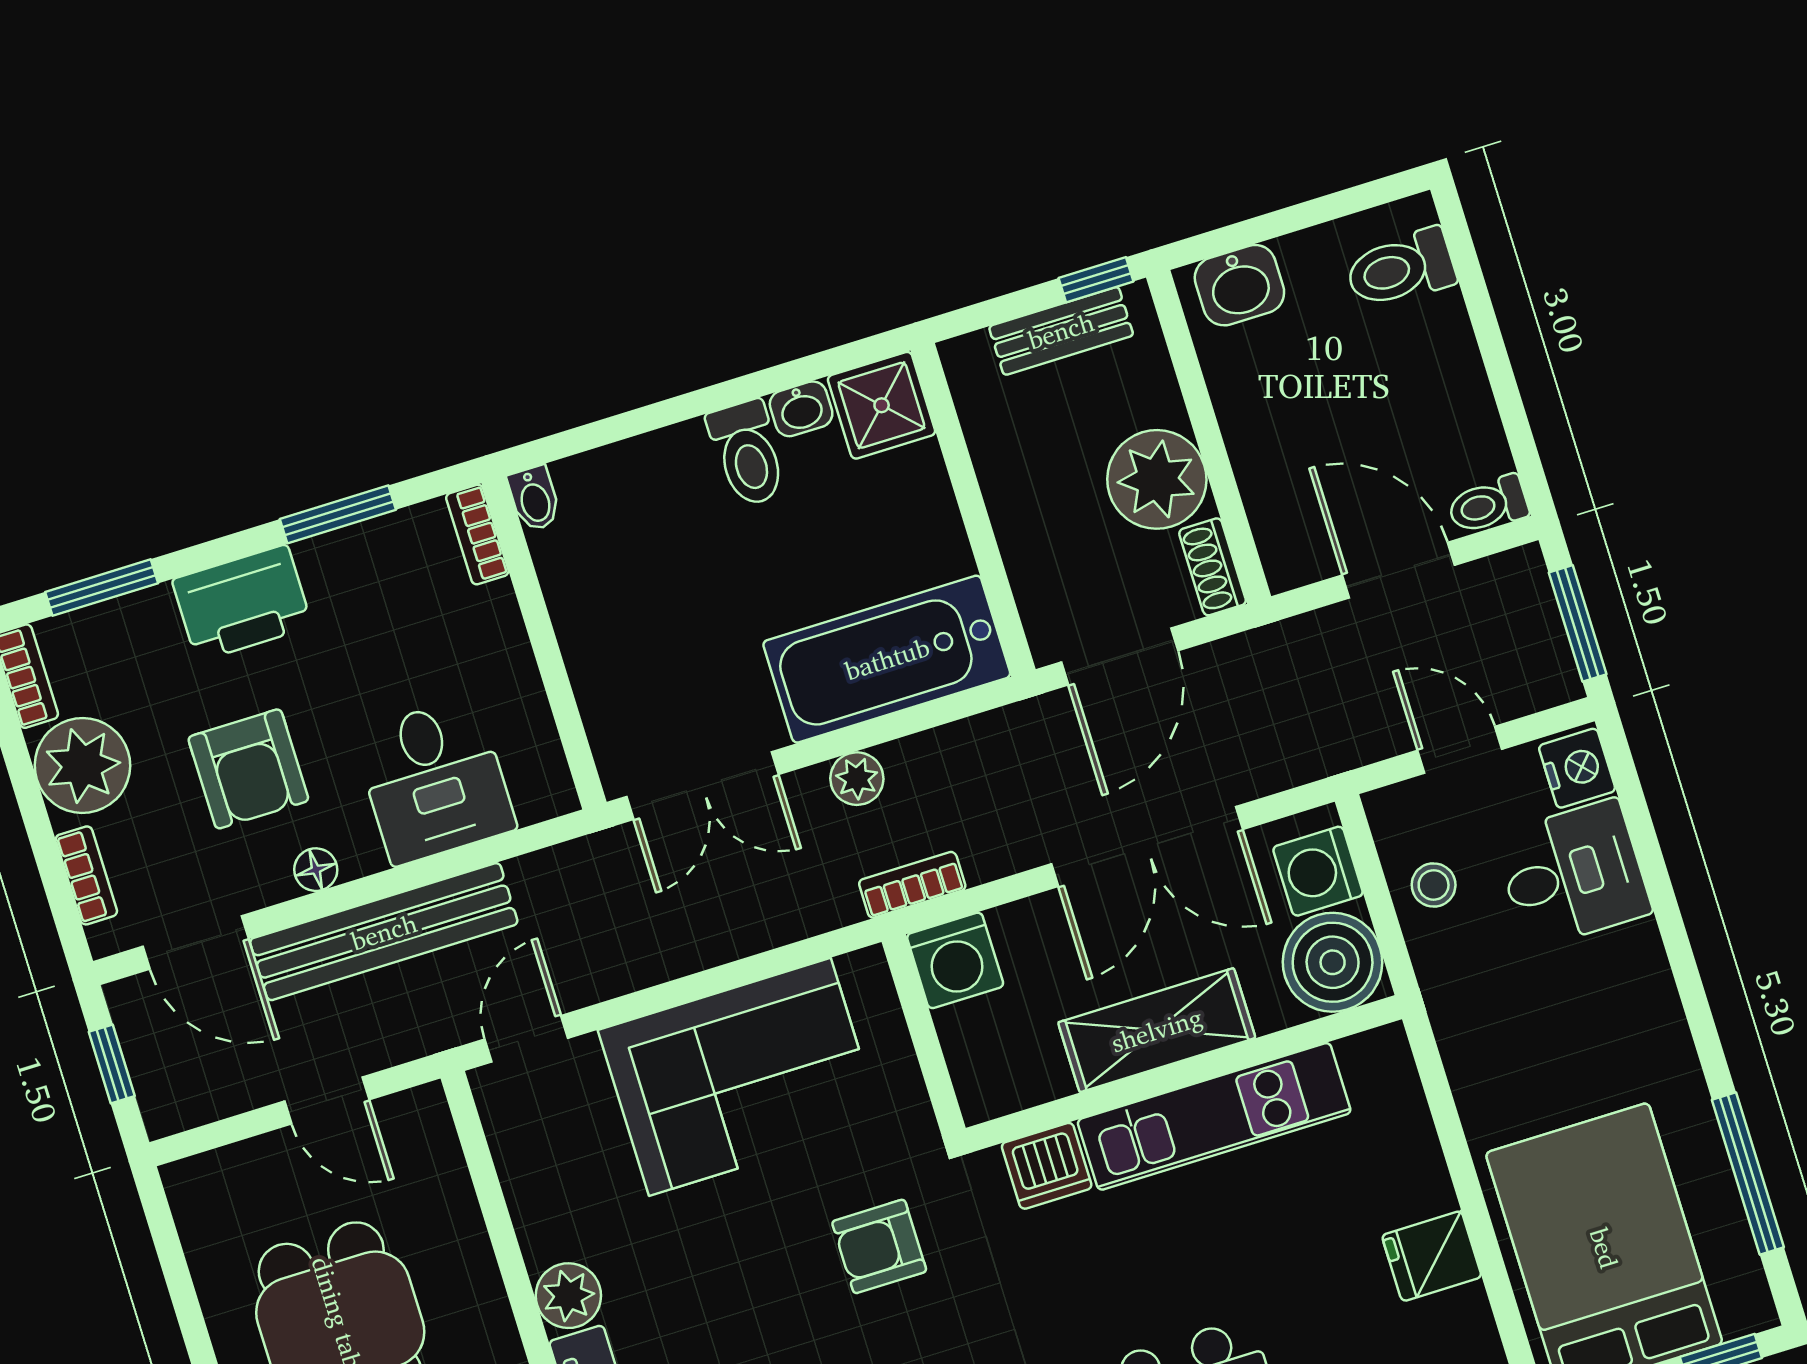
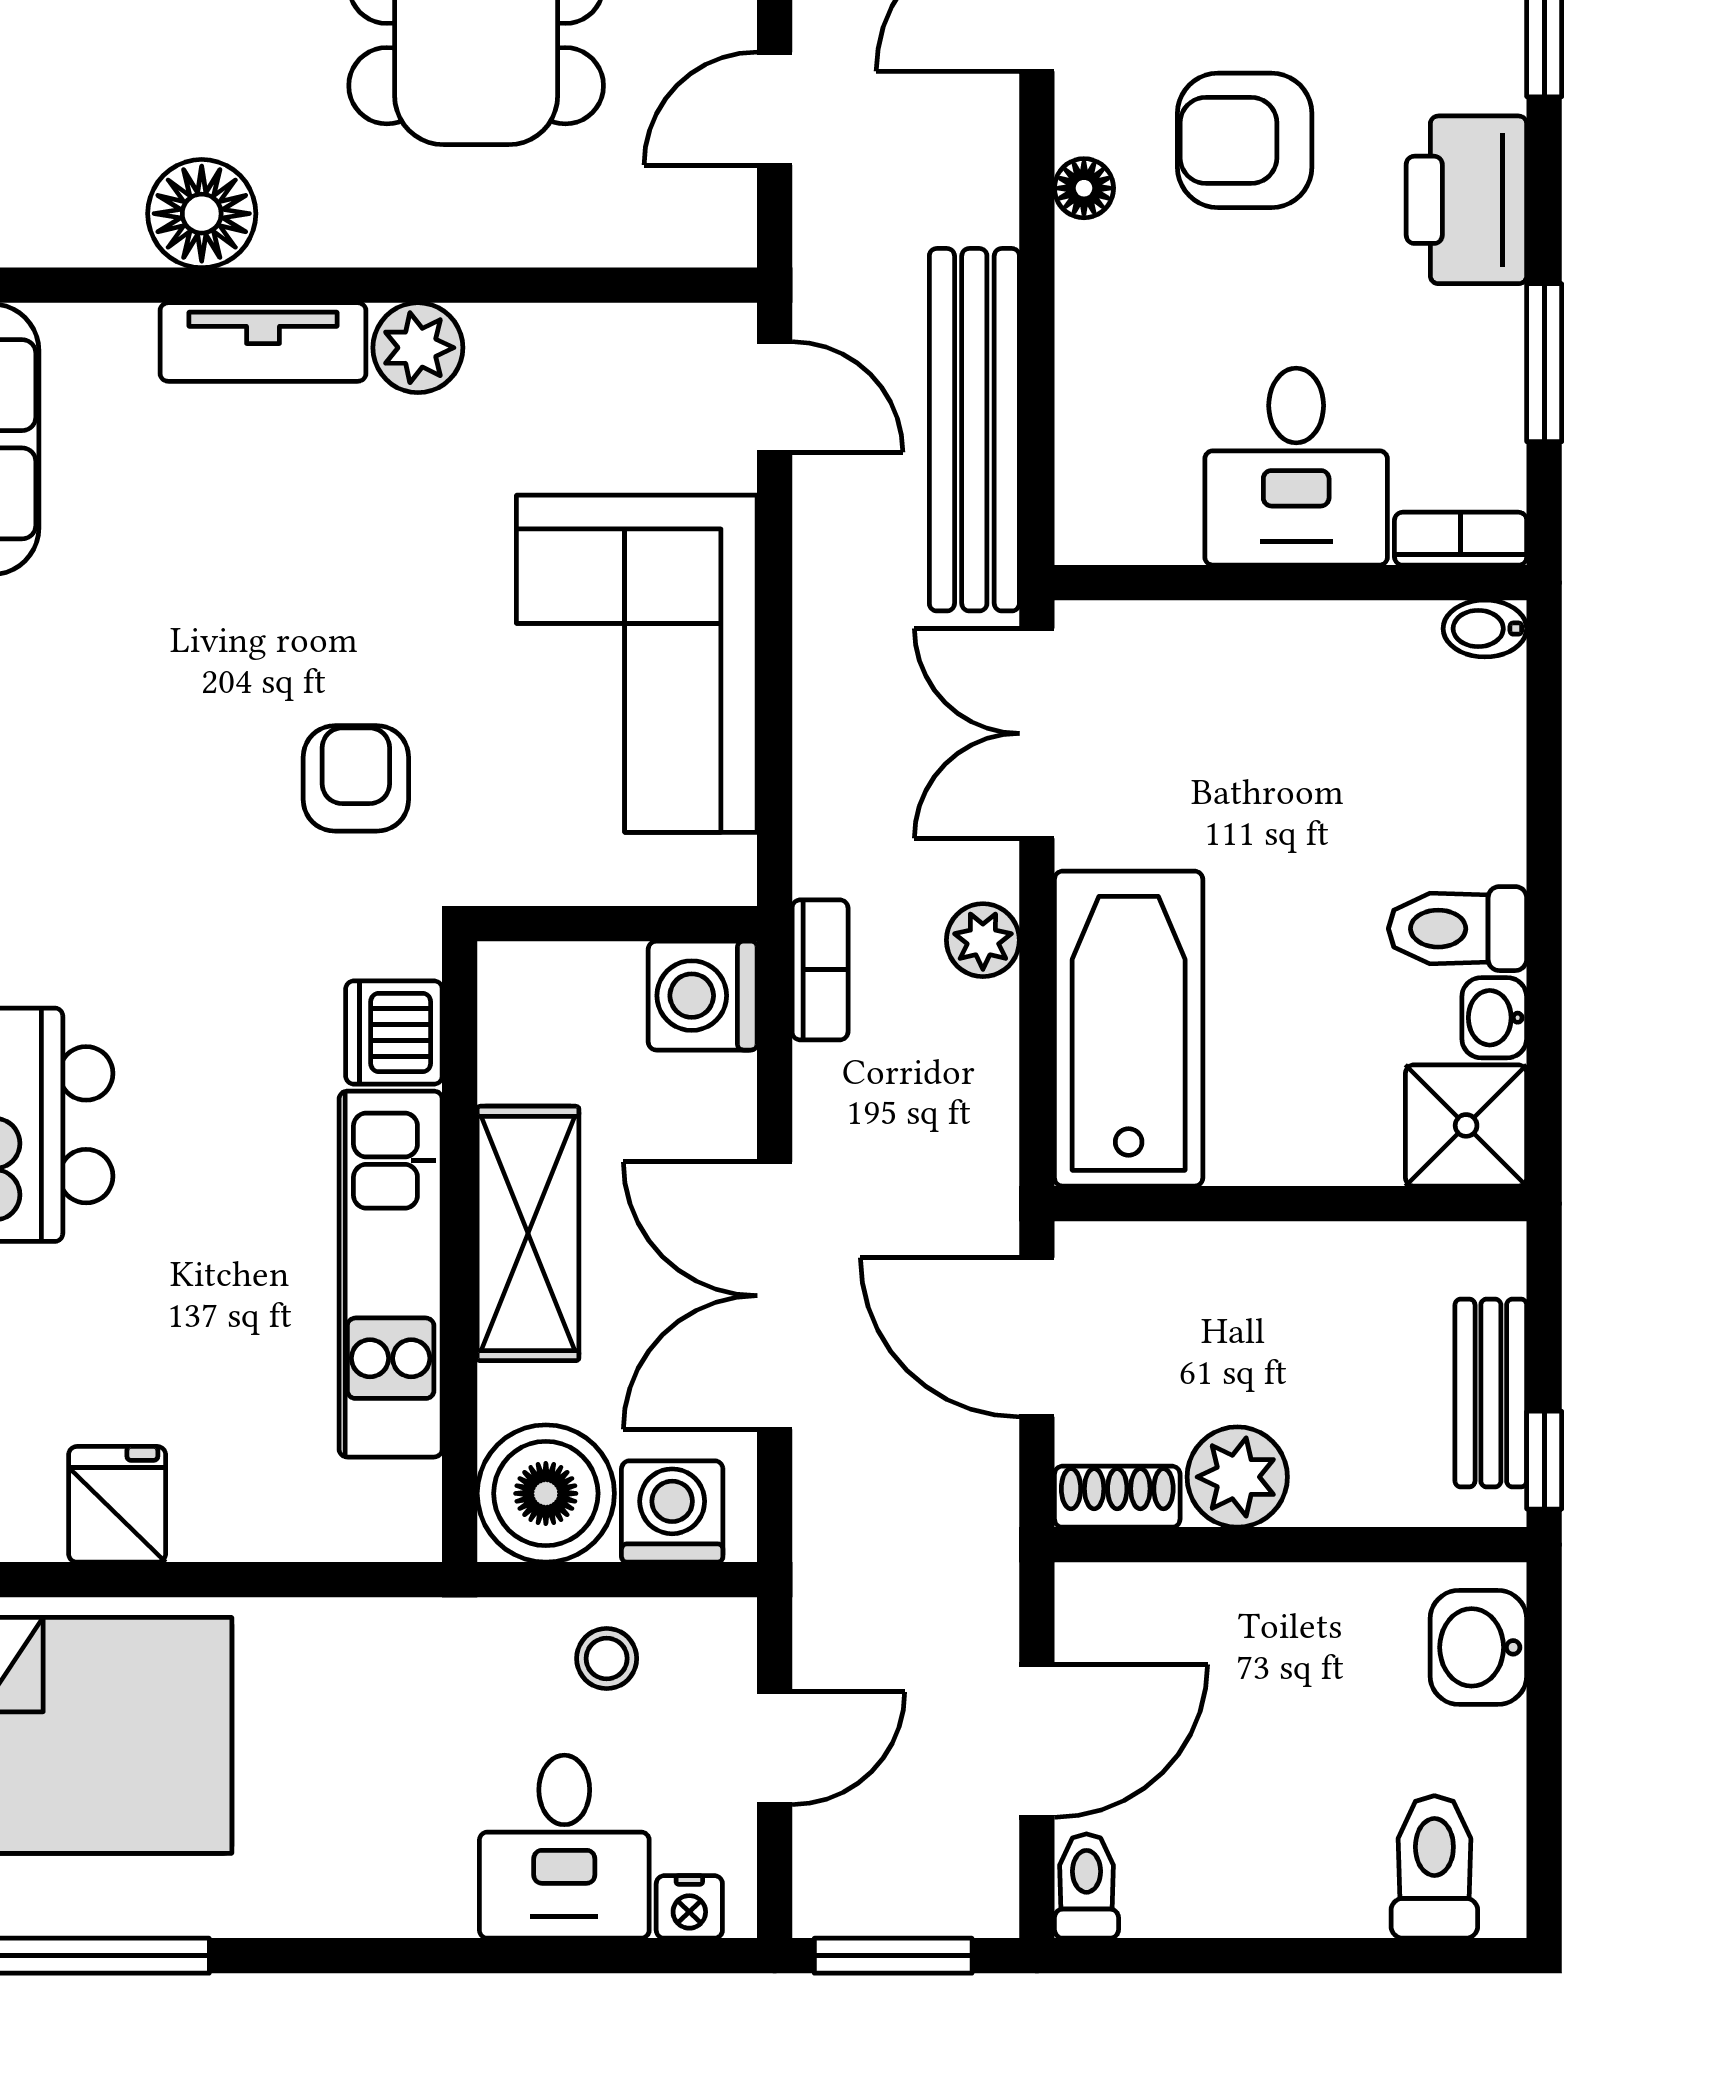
plant: (1157, 479) -> (1237, 1477), width x0.73, depth x0.73
nightstand: (1577, 768) -> (689, 1907), width x0.72, depth x0.74
desk: (434, 781) -> (1296, 467), moved, turned -90
bench: (384, 932) -> (974, 430), moved

